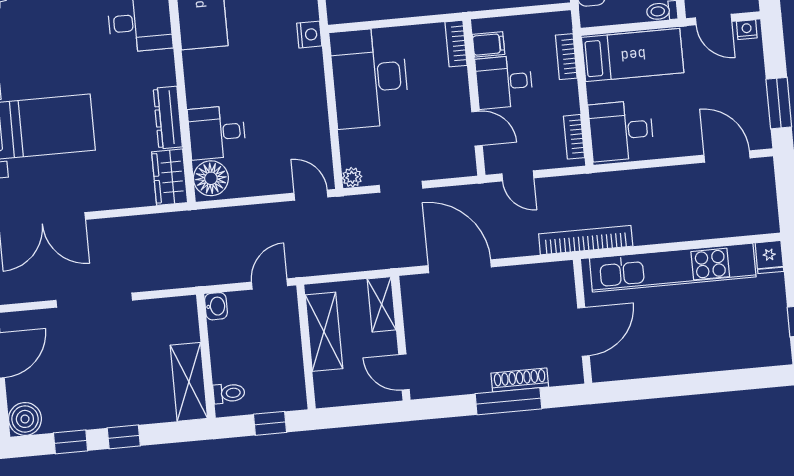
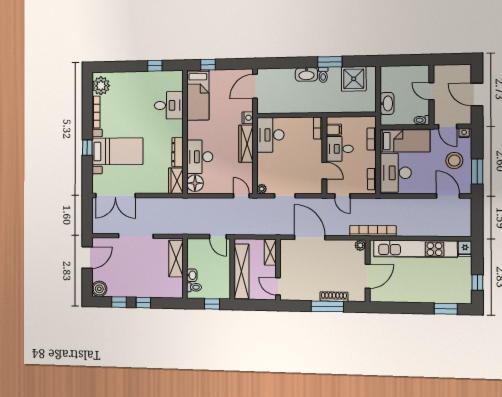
desk: (369, 78) -> (270, 135), width x0.73, depth x0.77
stool: (733, 86) -> (454, 161), added
wardrobe: (311, 88) -> (246, 144), added
desk: (621, 131) -> (396, 173), width x1.37
desk: (217, 132) -> (200, 157), width x1.37
plant: (563, 272) -> (360, 245), added
door: (270, 284) -> (218, 237), swing flipped
washbasin: (216, 306) -> (192, 275), moved
shelving: (324, 332) -> (242, 271), width x1.47
window: (743, 379) -> (446, 309), added
shelving: (189, 382) -> (176, 259), moved

